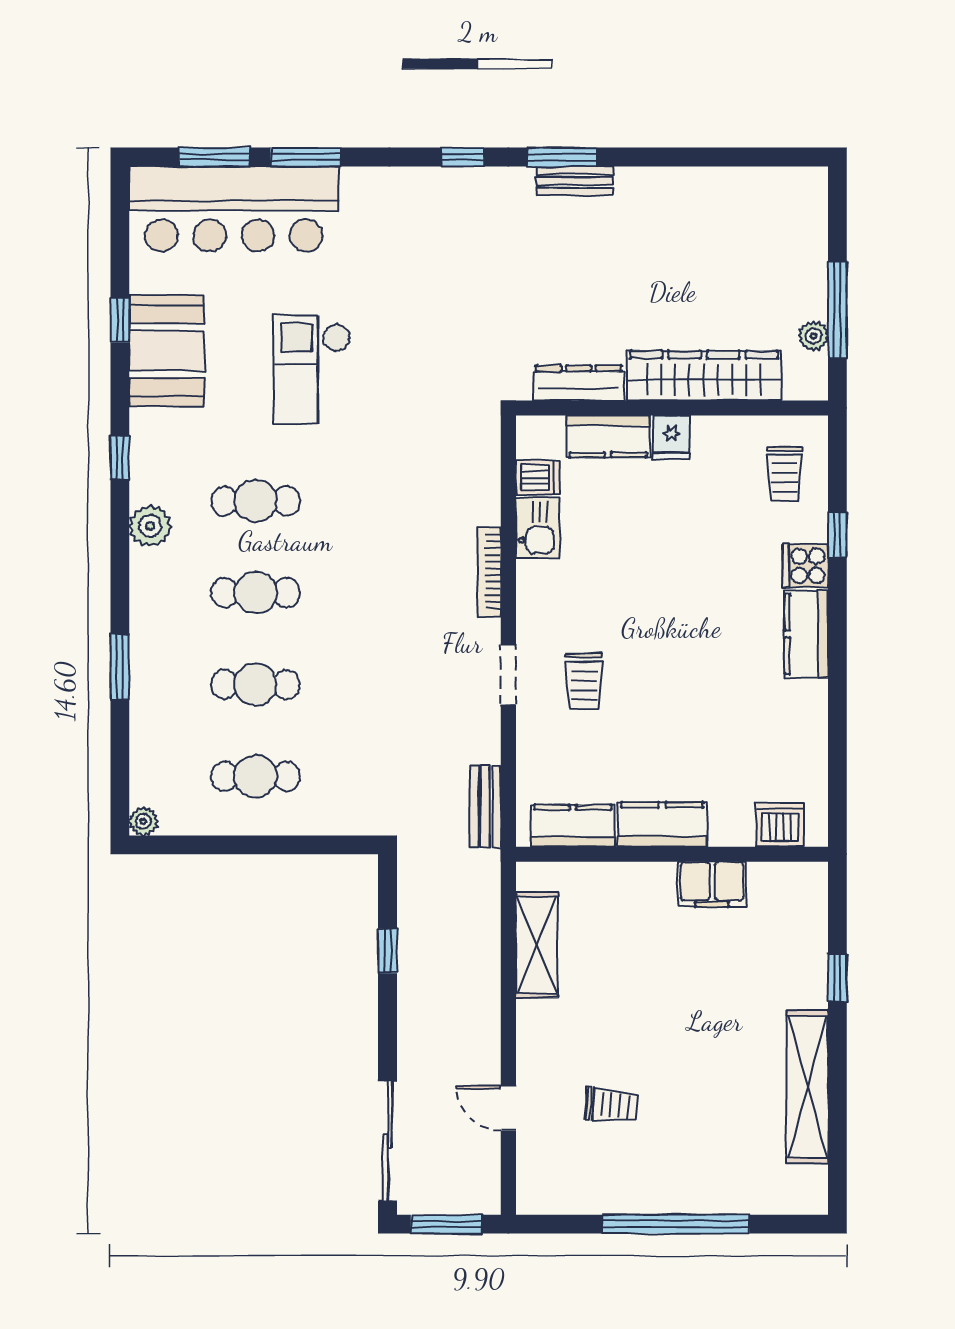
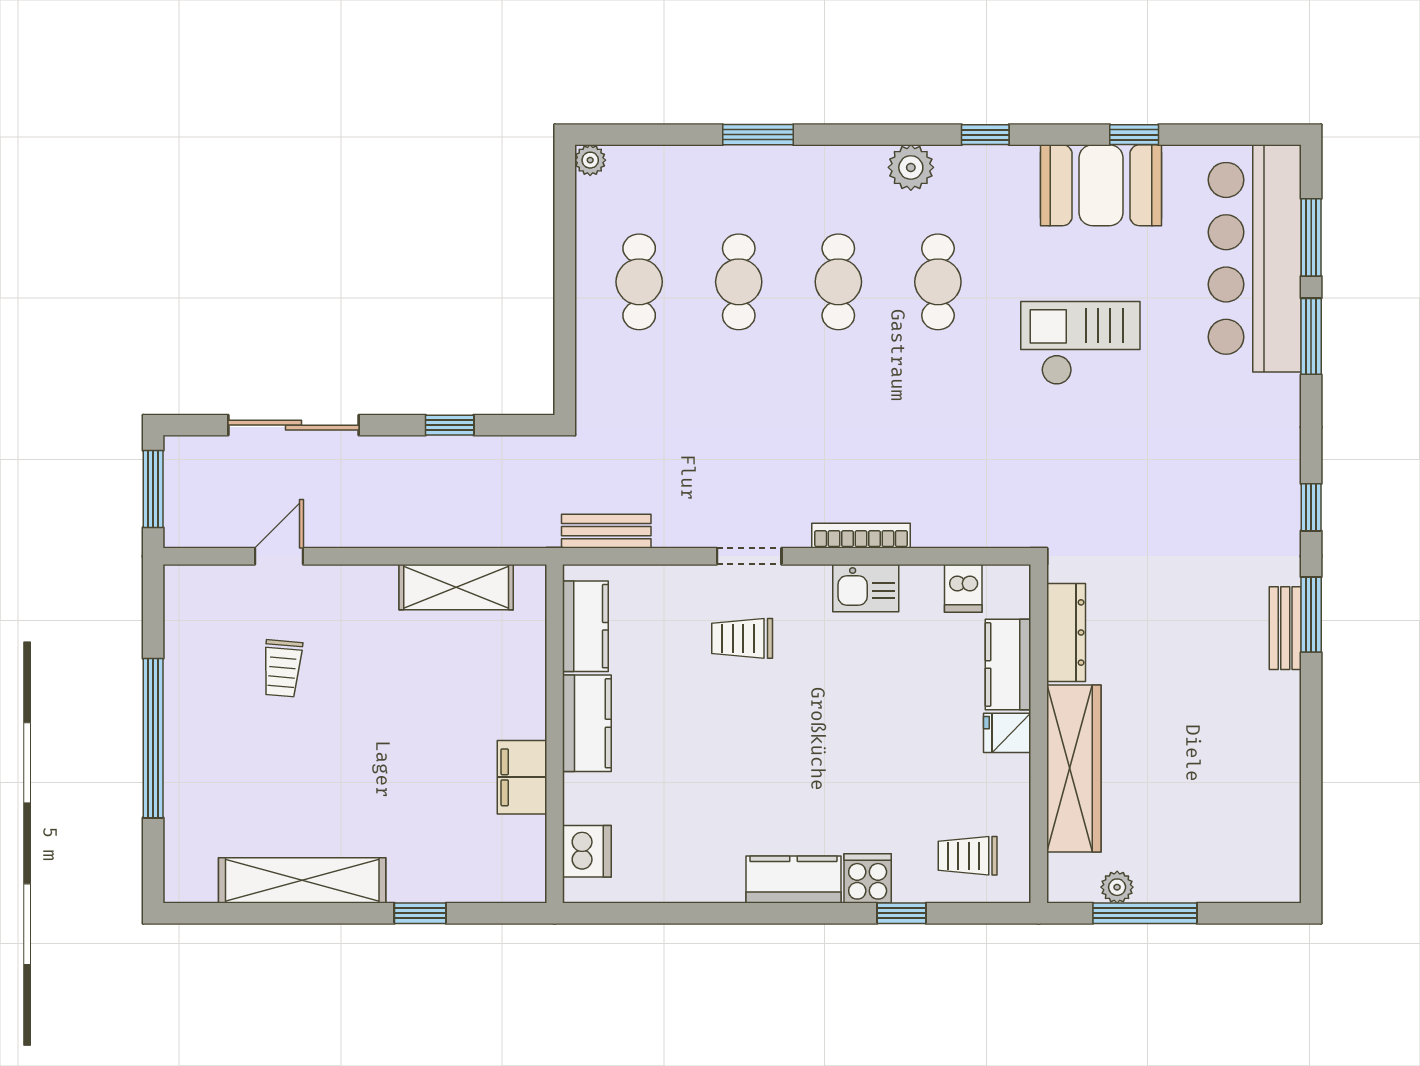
kitchen sink: (538, 528) -> (866, 588), moved
sliding door: (388, 1141) -> (293, 425), moved

